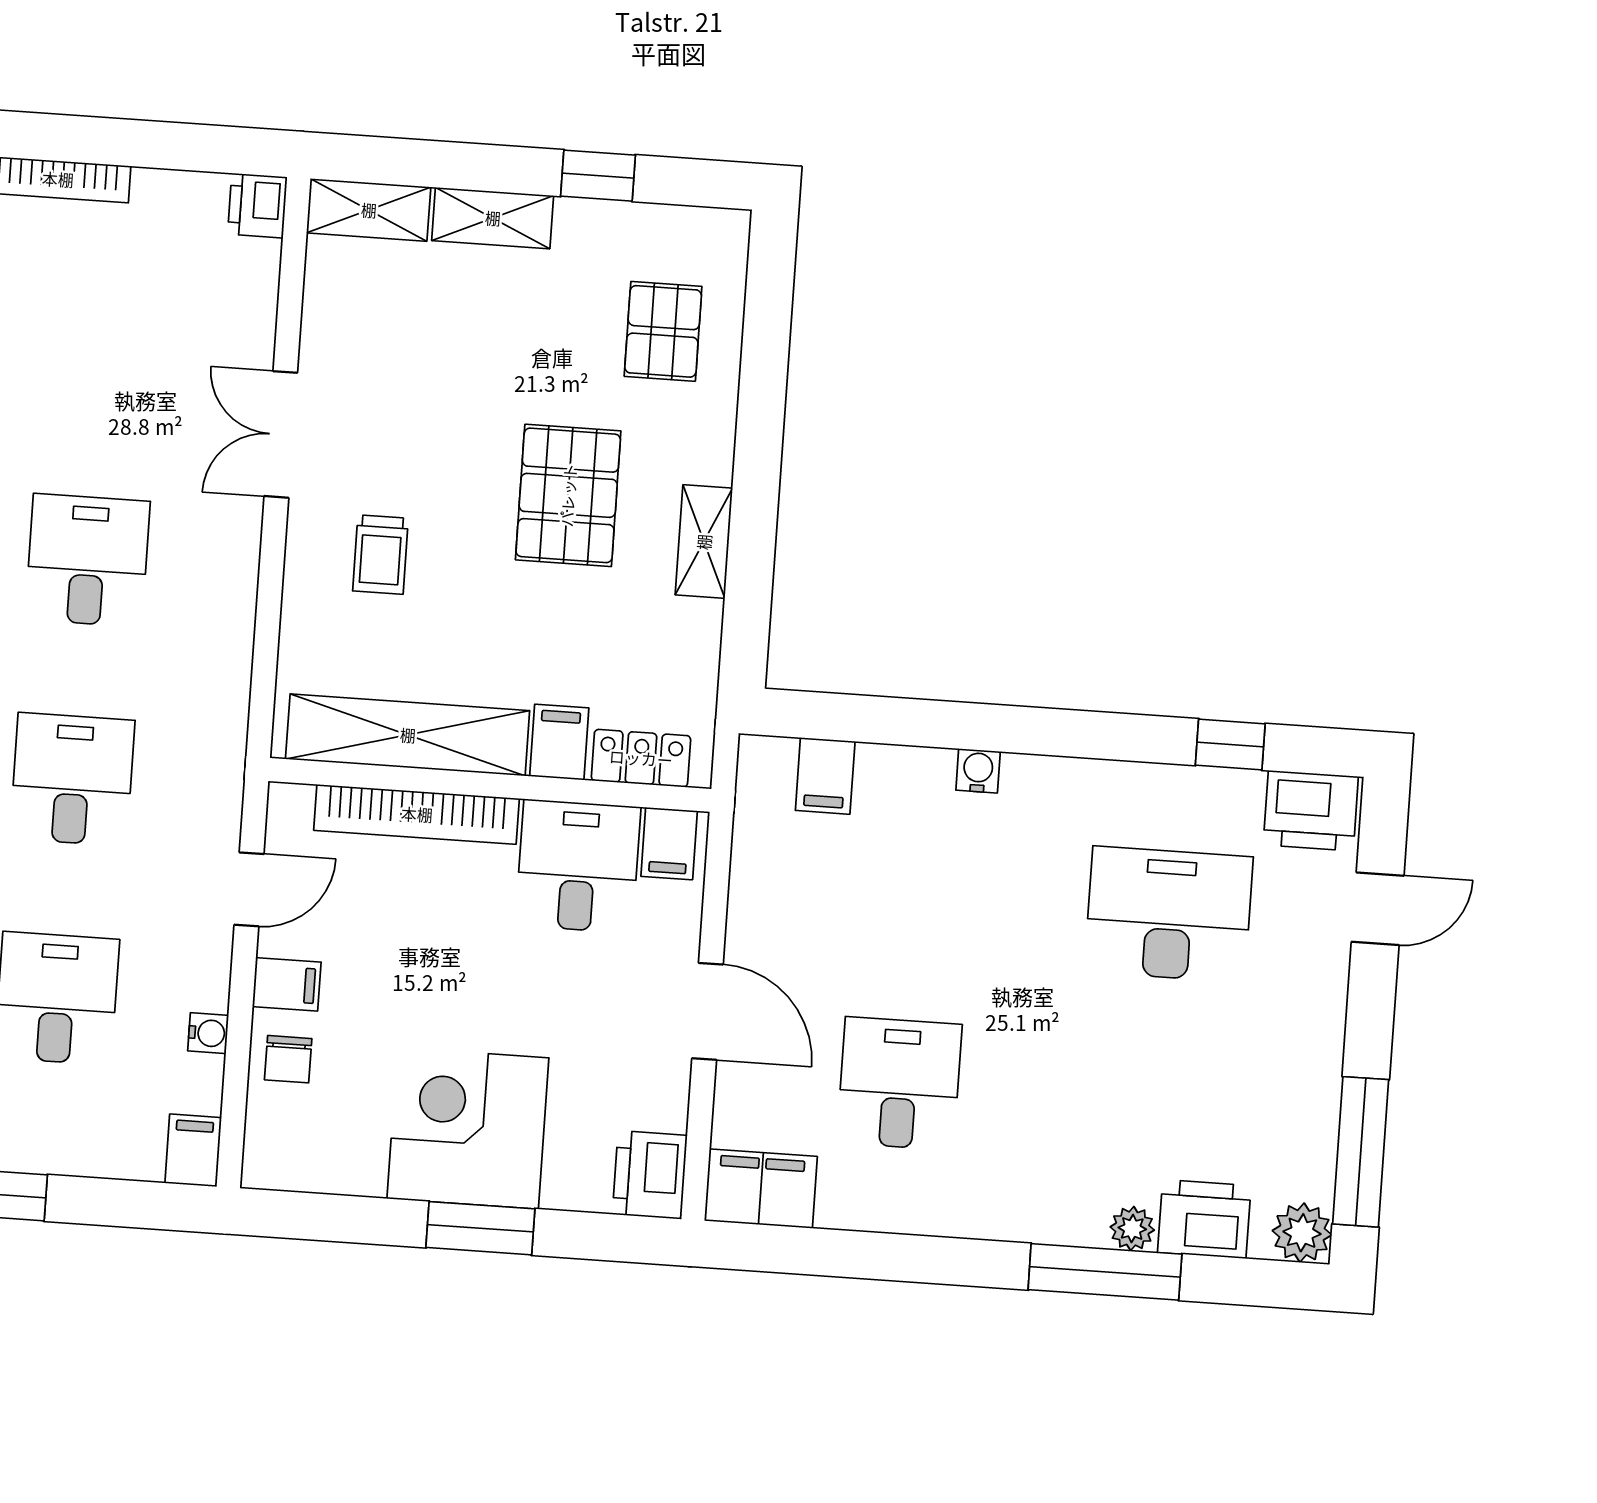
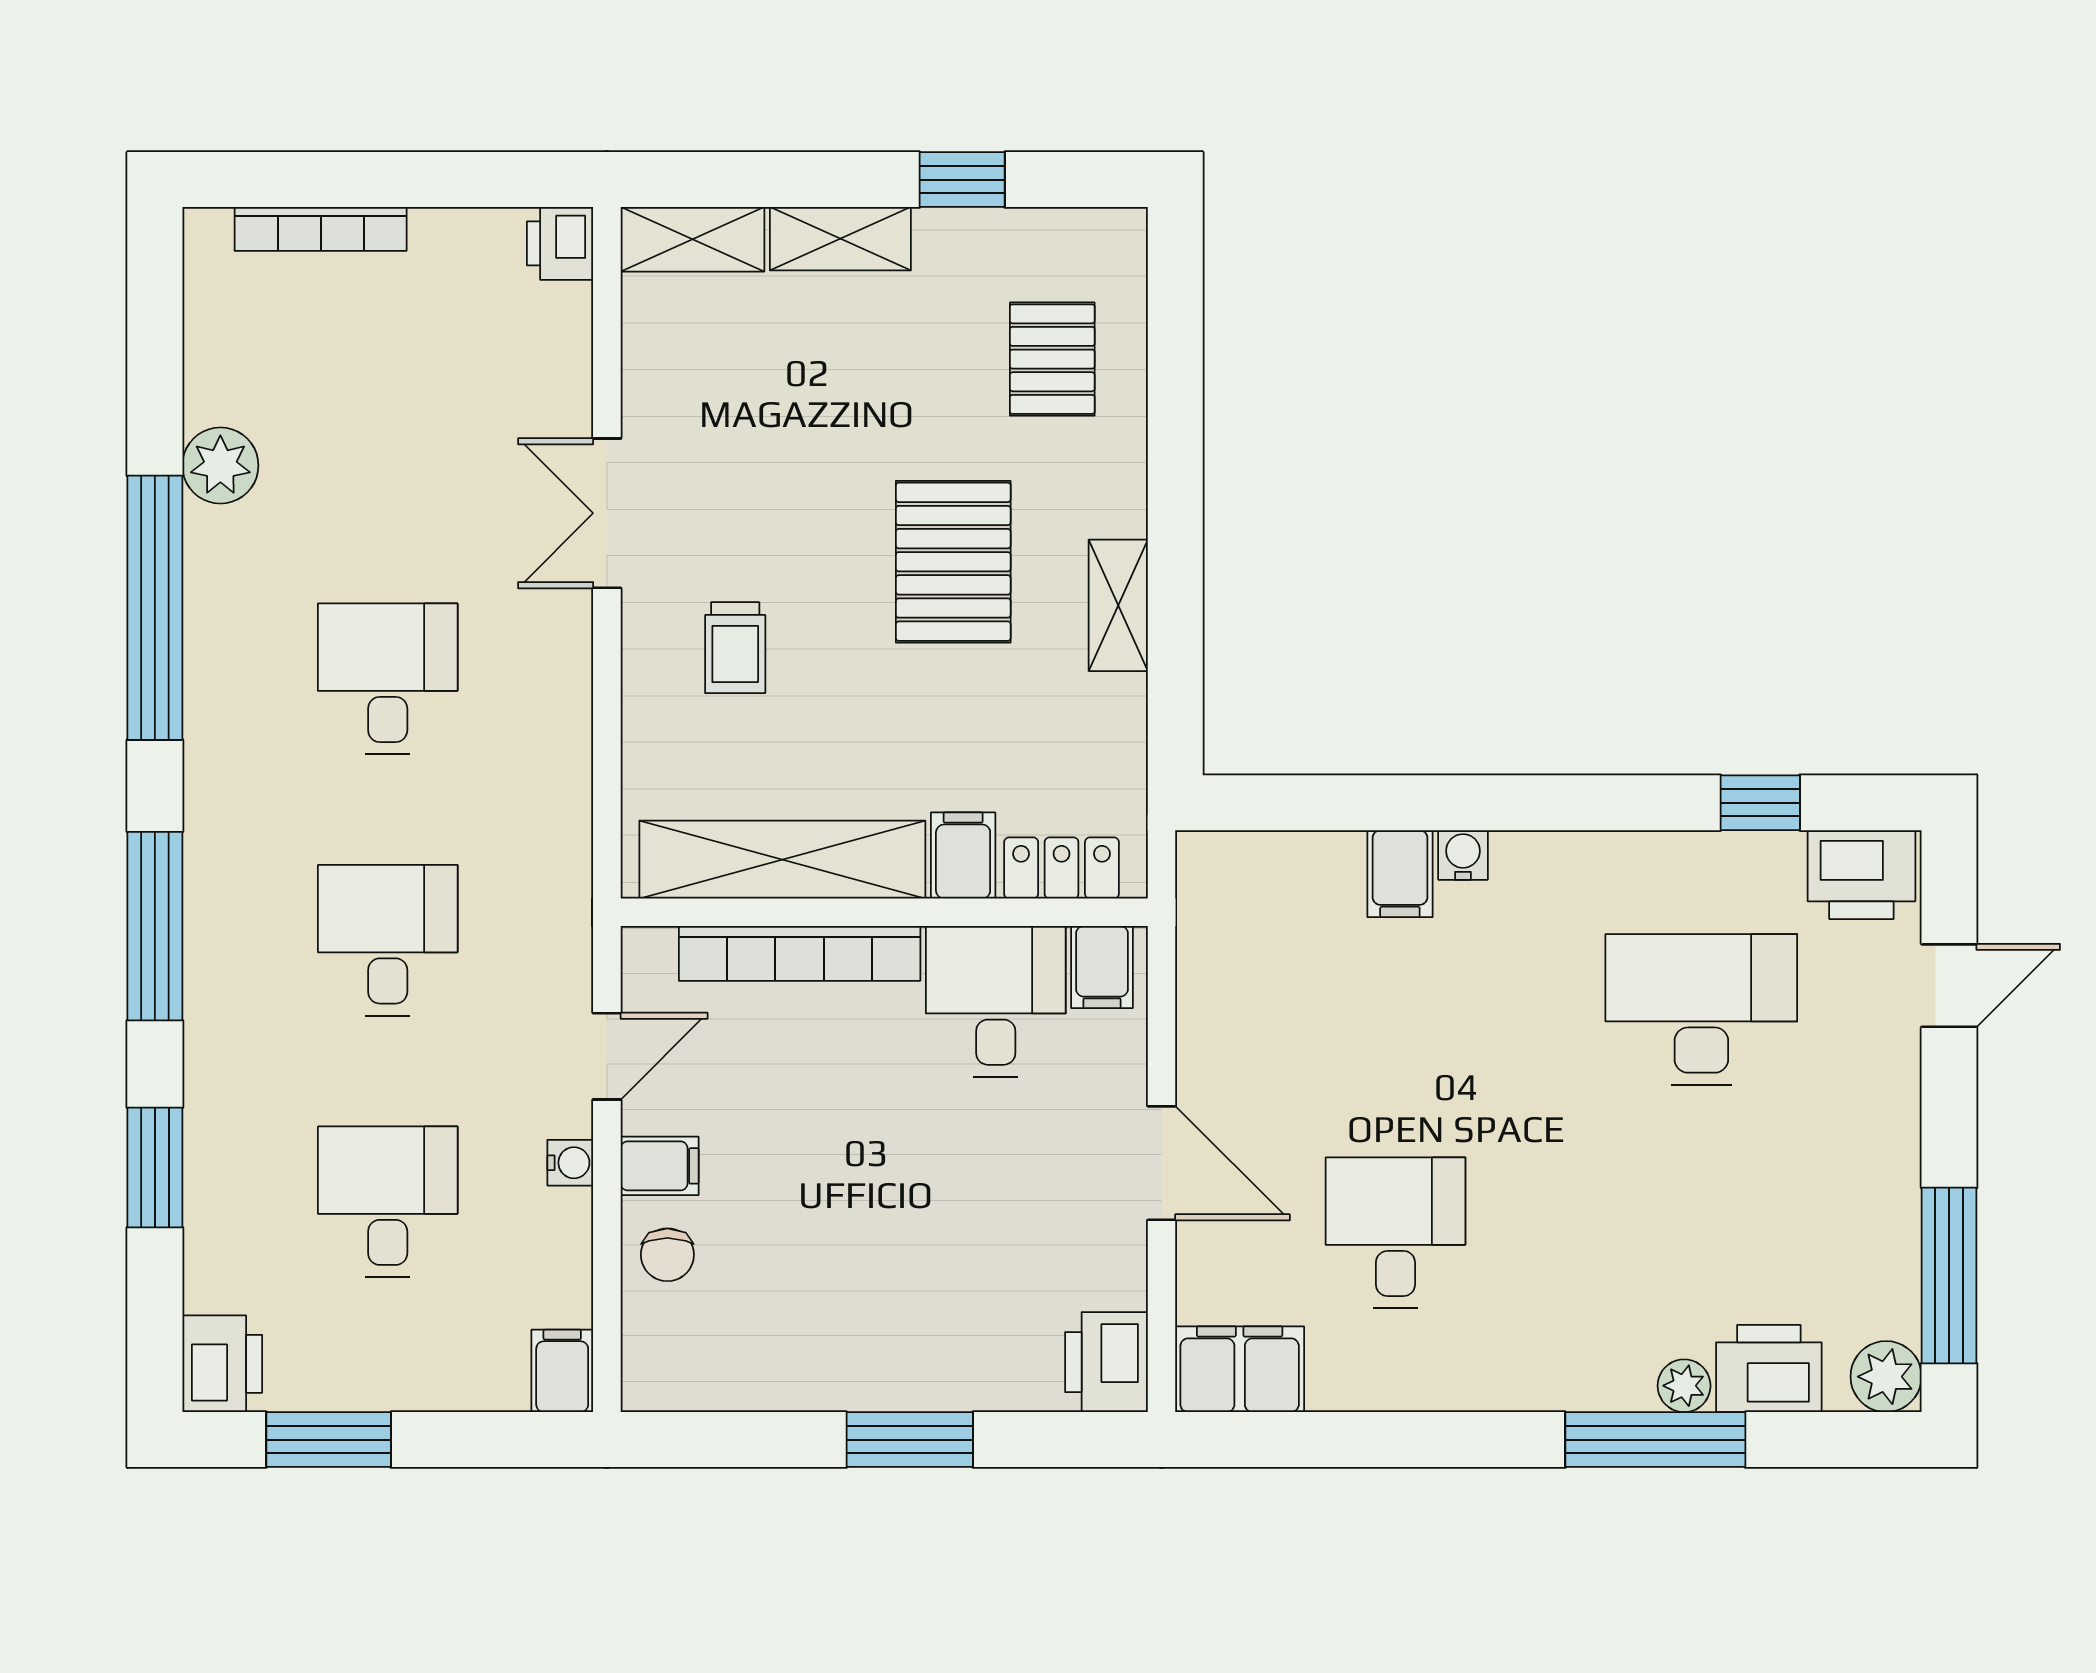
filing cabinet: (825, 776) -> (1400, 874), moved
water cooler: (208, 1033) -> (570, 1163), moved
corner desk: (468, 1128) -> (887, 1322), removed

